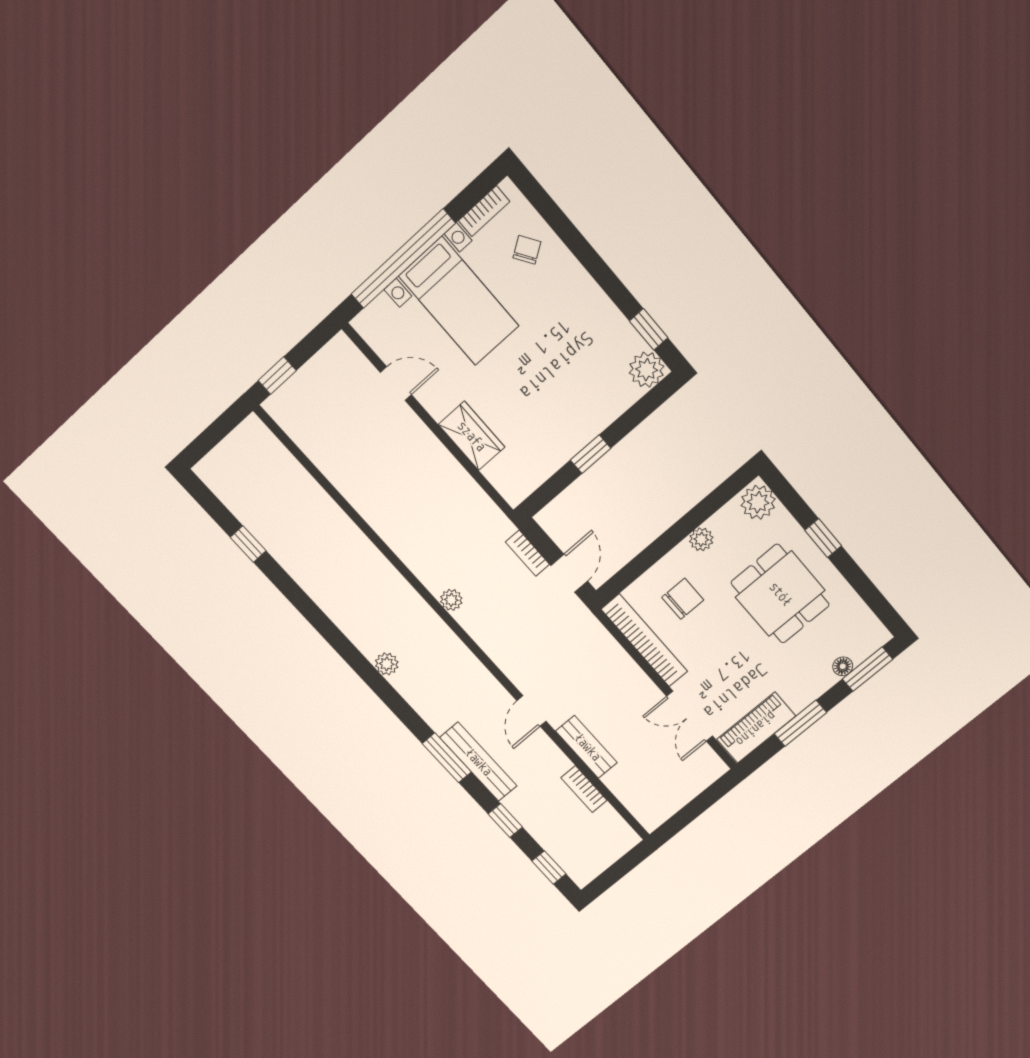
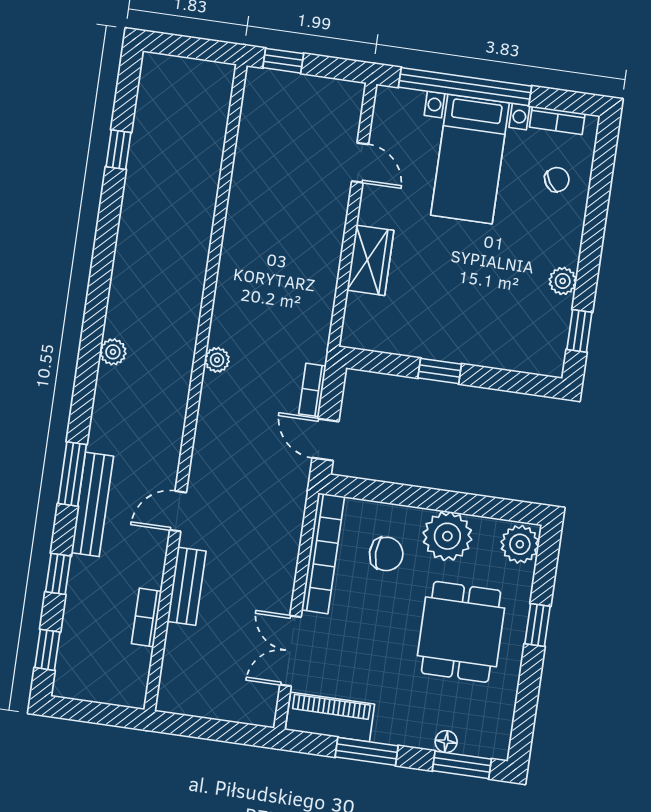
plant: (647, 370) -> (563, 281), moved, width x0.73, depth x0.73
plant: (701, 539) -> (447, 536), width x1.88, depth x1.88
door: (569, 573) -> (326, 440), swing flipped

